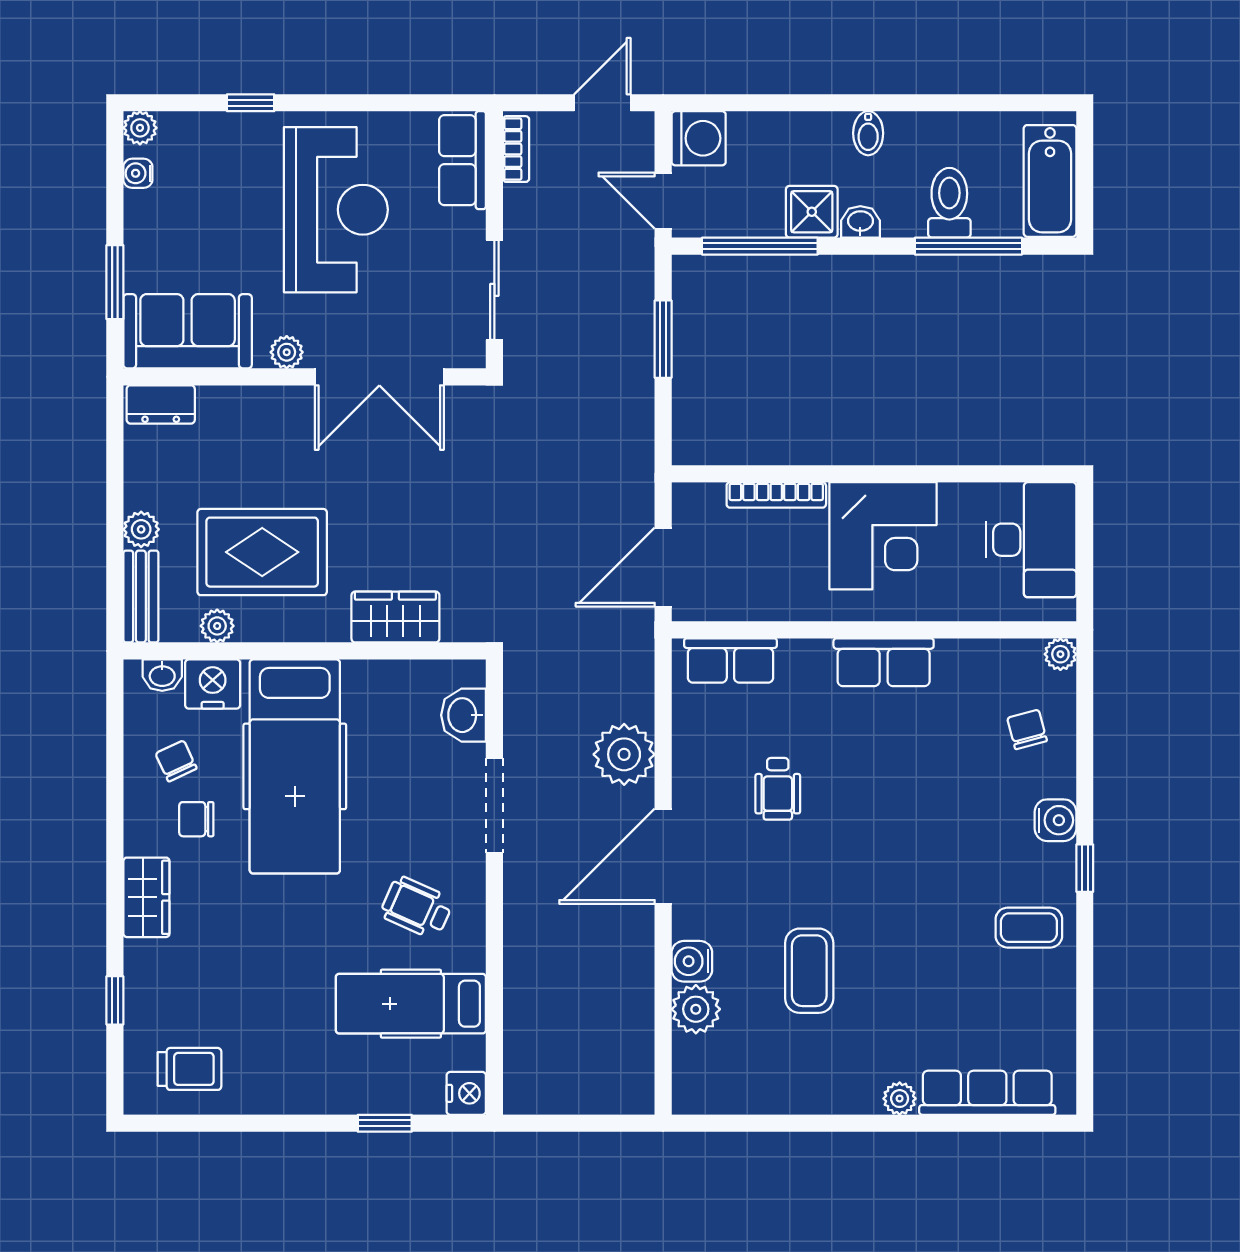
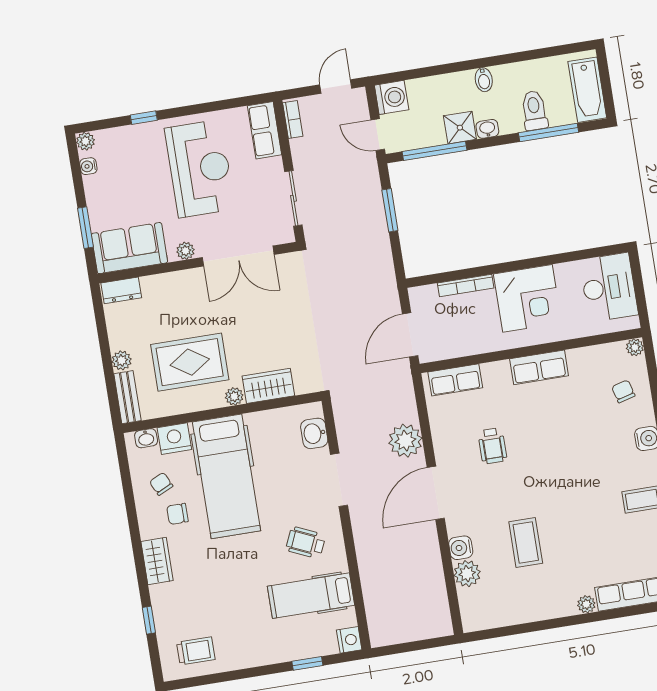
plant: (217, 626) -> (234, 396), moved

